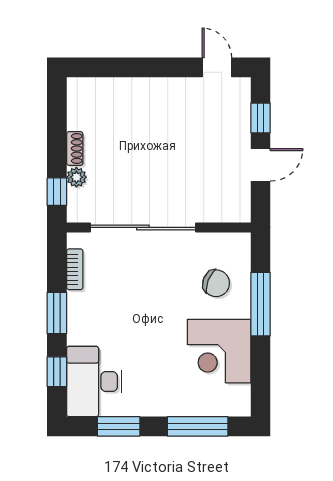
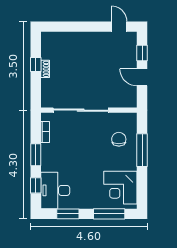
door: (261, 165) -> (142, 77), swing flipped
plant: (76, 177) -> (46, 84), removed
window: (57, 192) -> (36, 64), moved
chair: (216, 283) -> (119, 139), turned -111
corner desk: (219, 351) -> (120, 188), moved

